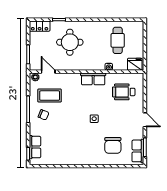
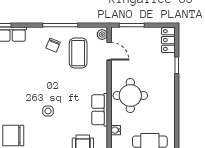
round table: (70, 42) -> (130, 96), moved
door: (48, 72) -> (109, 51), hinge flipped

